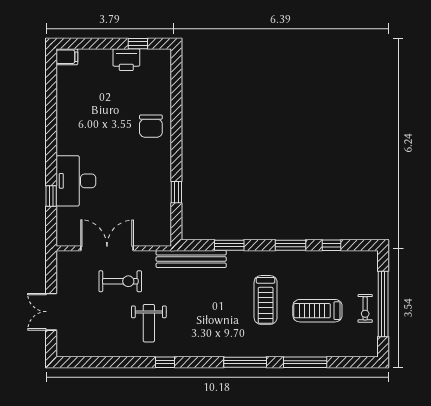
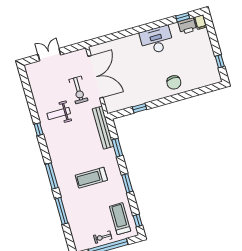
printer: (126, 60) -> (187, 26), moved, turned -90
chair: (151, 126) -> (174, 82), turned -90
desk: (76, 181) -> (157, 40), moved
window: (51, 196) -> (183, 17), moved
window: (332, 245) -> (138, 220), moved
double door: (107, 248) -> (95, 77), width x1.36
treadmill: (317, 311) -> (120, 219), moved

